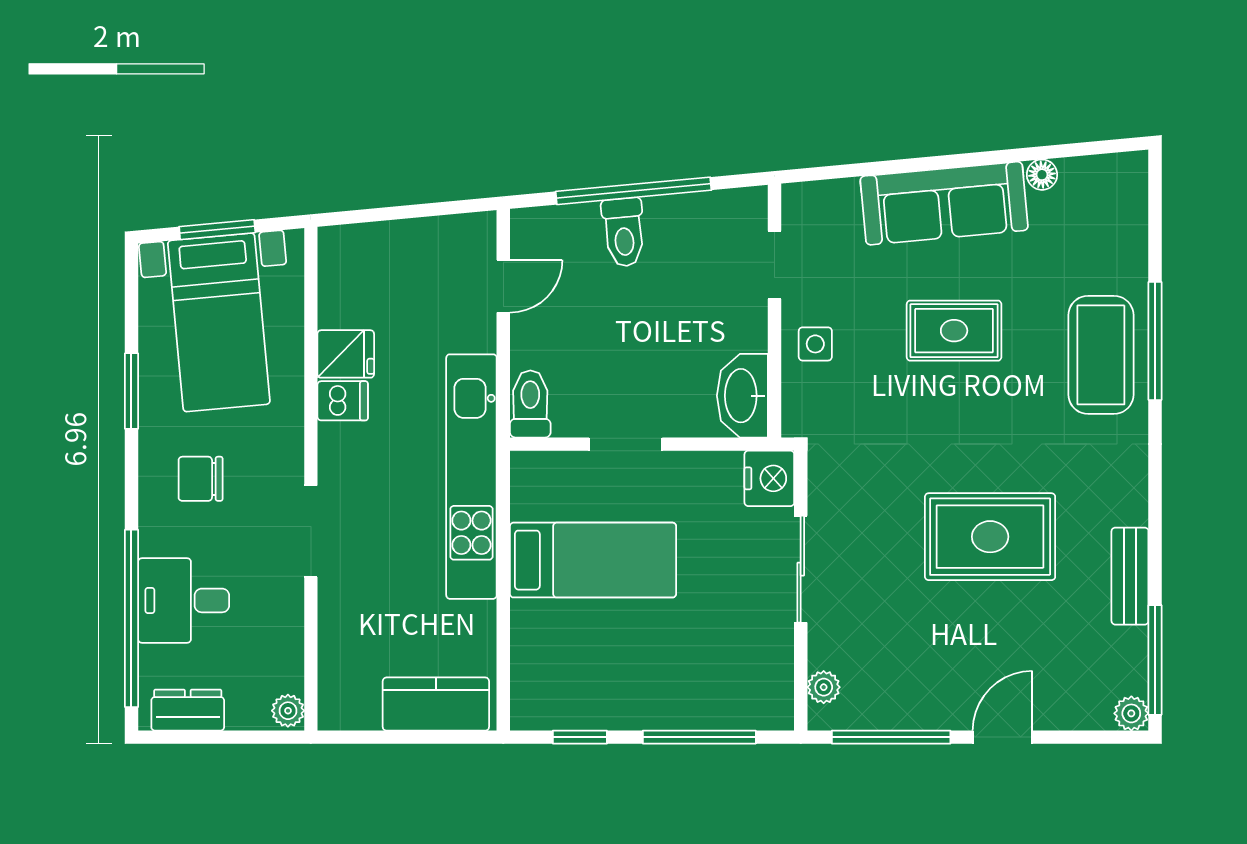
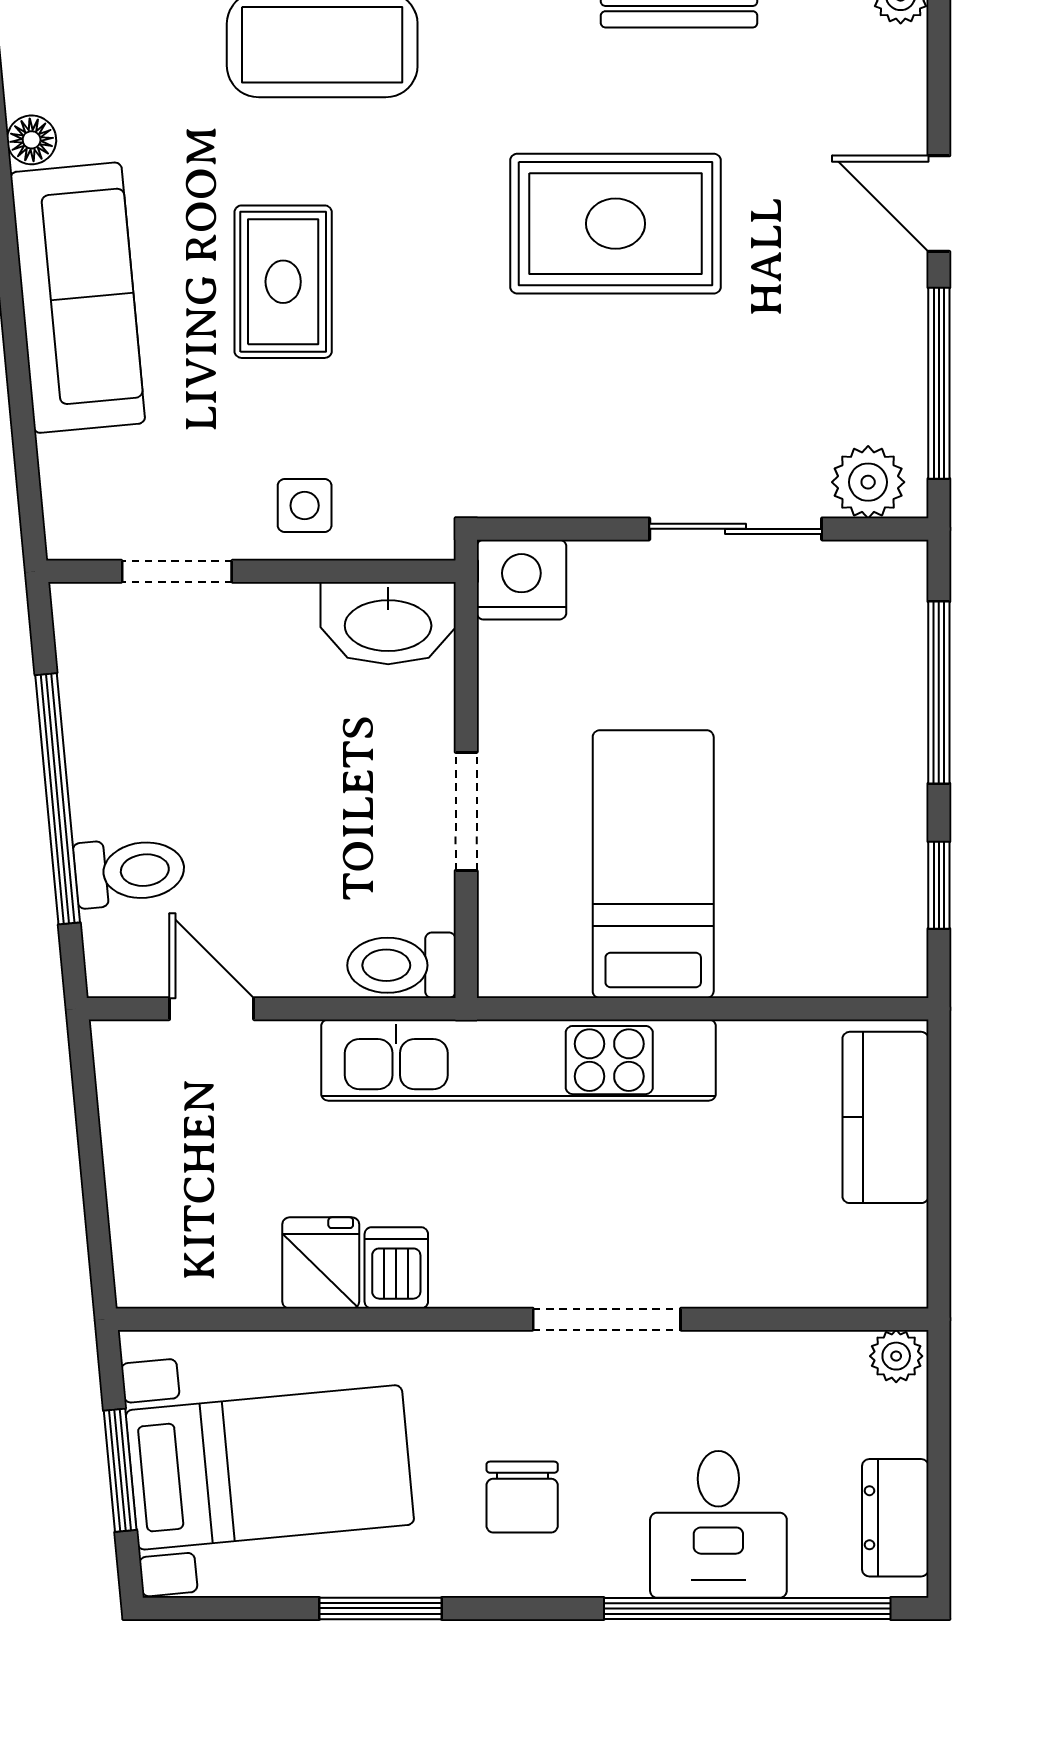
toilet: (624, 232) -> (130, 872), moved
rug: (990, 537) -> (616, 224), turned 90
sliding door: (801, 569) -> (736, 529), moved
plant: (824, 687) -> (868, 482), width x1.38, depth x1.38

